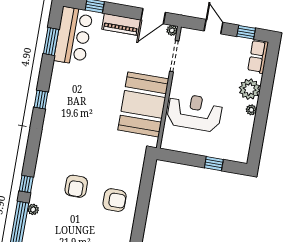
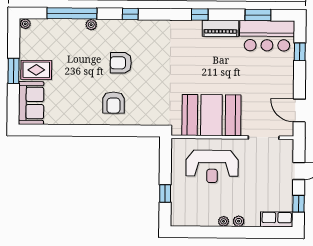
piano: (121, 24) -> (221, 28), moved, turned -90
plant: (172, 30) -> (288, 131), removed
plant: (250, 89) -> (239, 221), width x0.53, depth x0.53
reception desk: (195, 112) -> (212, 166), turned 90
window: (26, 184) -> (130, 14), moved

